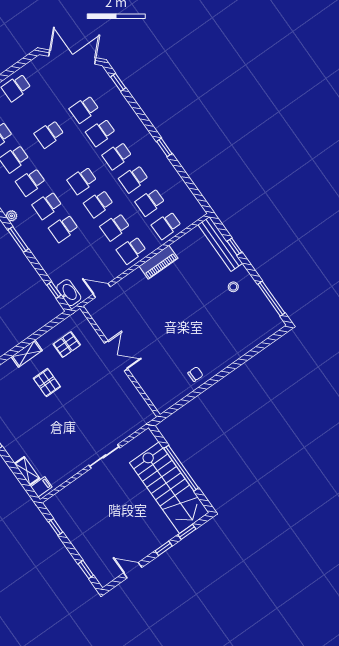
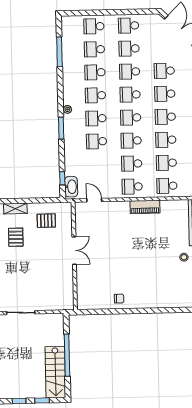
school desk: (33, 111) -> (129, 49), added
school desk: (66, 157) -> (130, 95), added
stairs: (169, 488) -> (55, 372), width x0.73, depth x0.66

